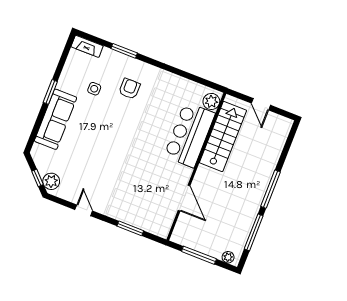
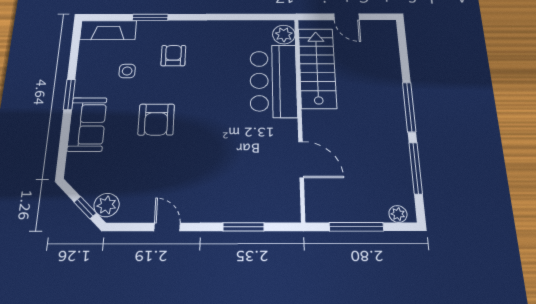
fireplace: (87, 46) -> (108, 30), width x1.37, depth x1.32
sofa: (56, 119) -> (87, 124), width x0.73
armchair: (102, 133) -> (156, 120), added

